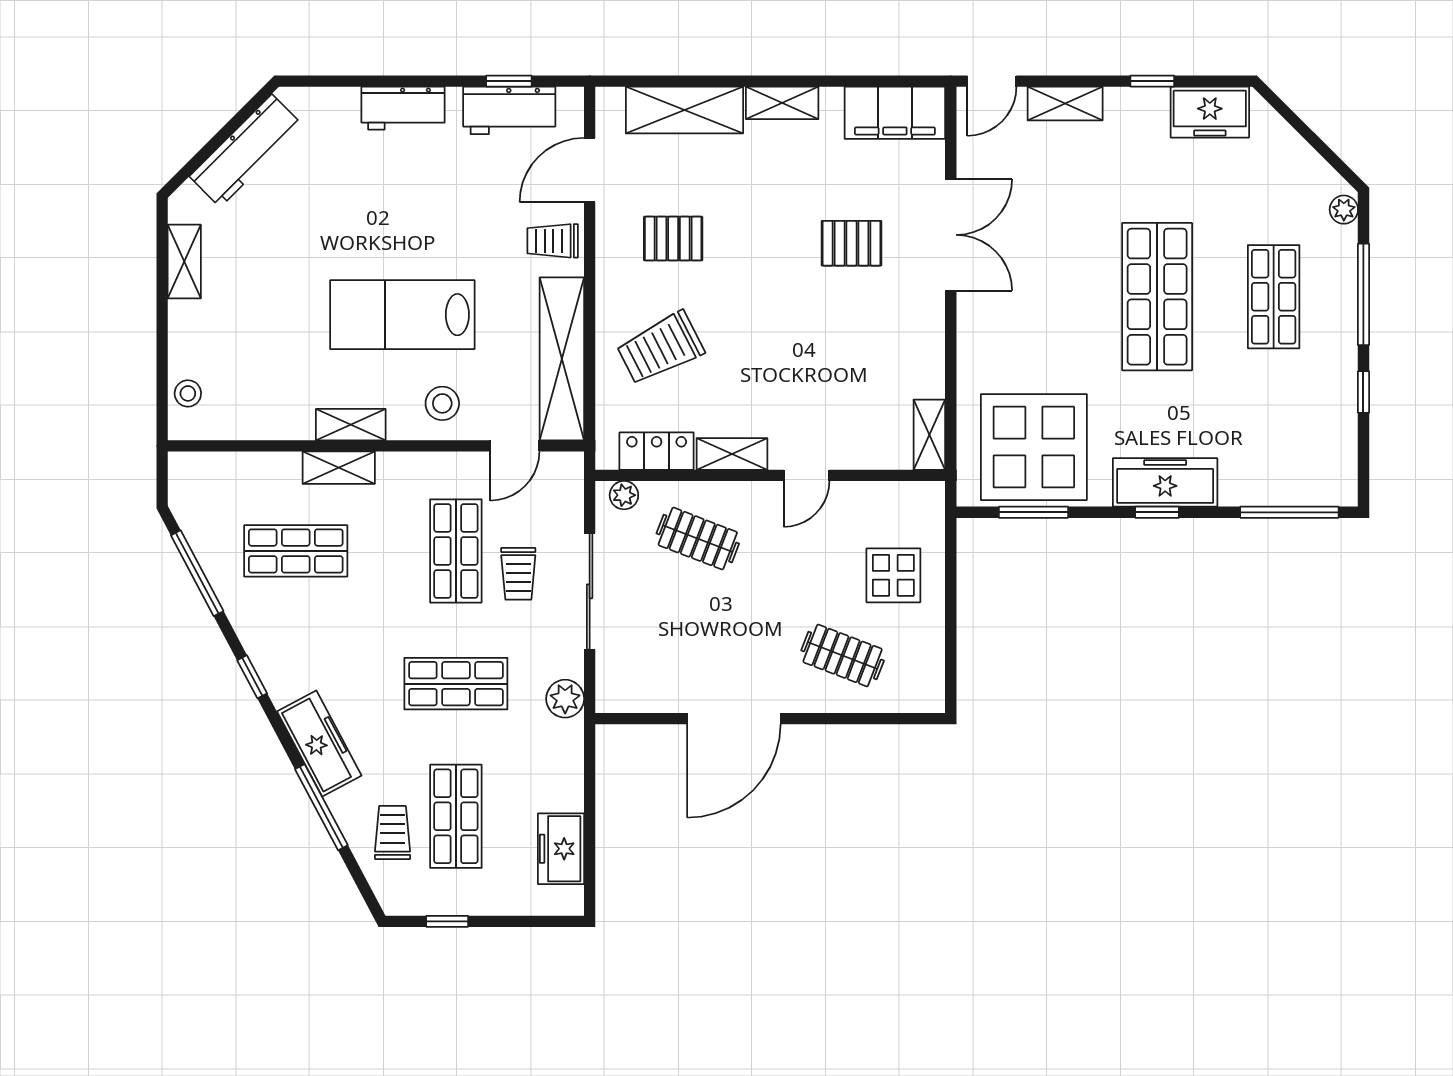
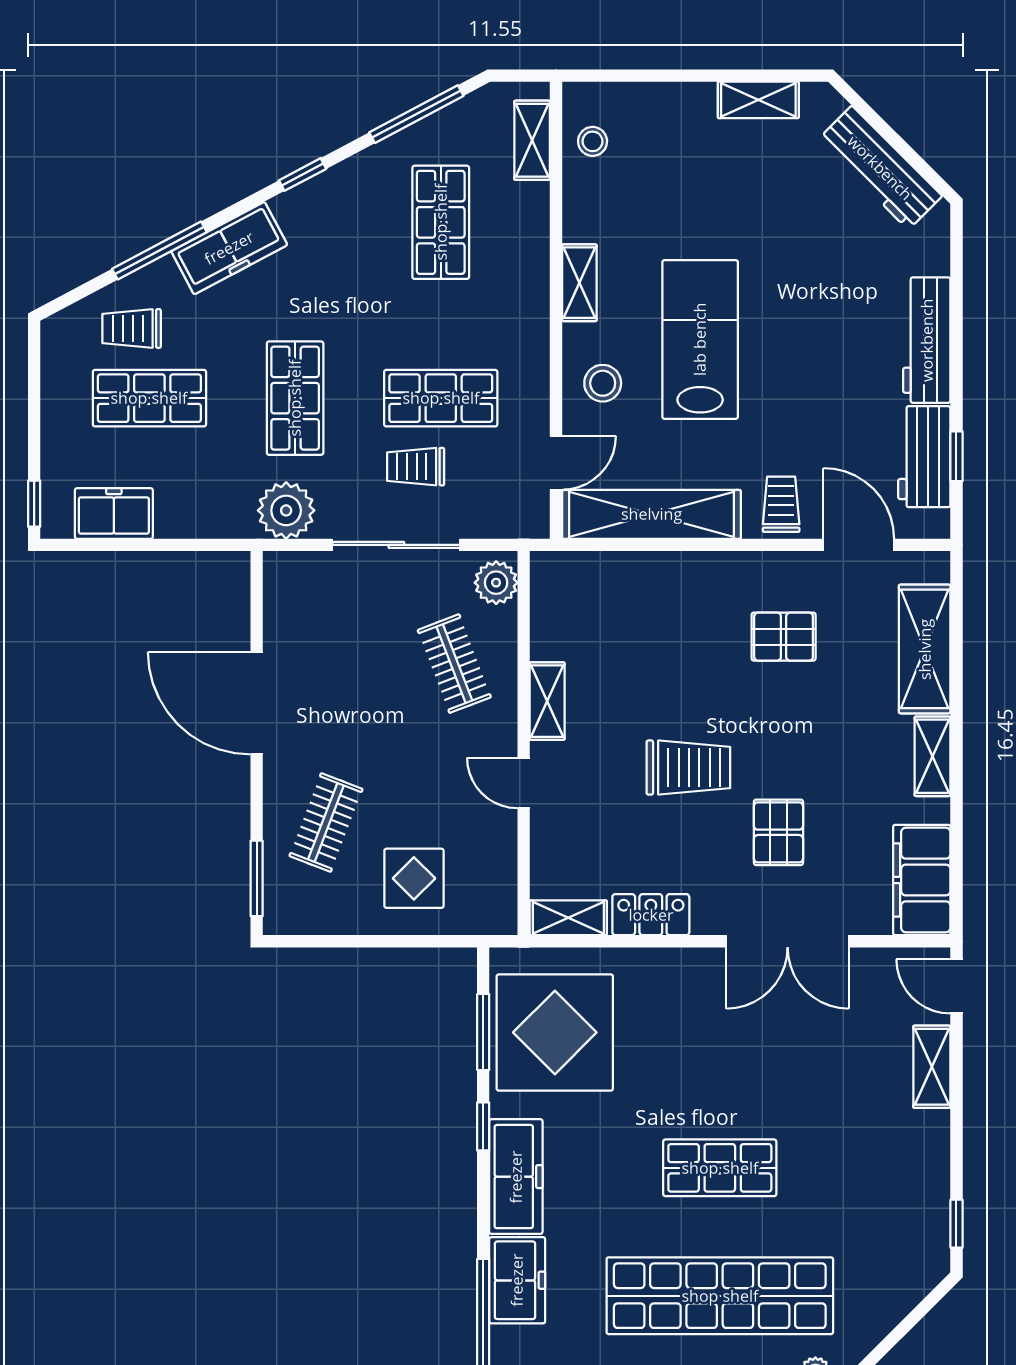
window: (1152, 81) -> (956, 1224), moved
workbench: (403, 108) -> (927, 340), width x1.37
freezer: (1210, 112) -> (517, 1280), moved, turned 180
pallet: (673, 239) -> (784, 637), turned 90
shop shelf: (1157, 297) -> (720, 1168), width x0.70, depth x0.74
shop shelf: (1274, 297) -> (720, 1296), width x2.00, depth x1.36
trolley: (660, 348) -> (688, 767), moved, turned 117
stool: (188, 393) -> (593, 141), moved
door: (515, 446) -> (556, 463), swing flipped
locker: (657, 451) -> (651, 915), moved, turned -90
shelving: (339, 468) -> (532, 140), moved
plant: (624, 495) -> (496, 583), width x1.38, depth x1.38
window: (1157, 512) -> (483, 1126), moved
clothes rail: (698, 539) -> (454, 664), turned -42
plant: (565, 699) -> (286, 510), width x1.36, depth x1.36
window: (893, 719) -> (257, 878), added
trolley: (392, 833) -> (132, 329), turned 180
window: (447, 921) -> (34, 504), moved

